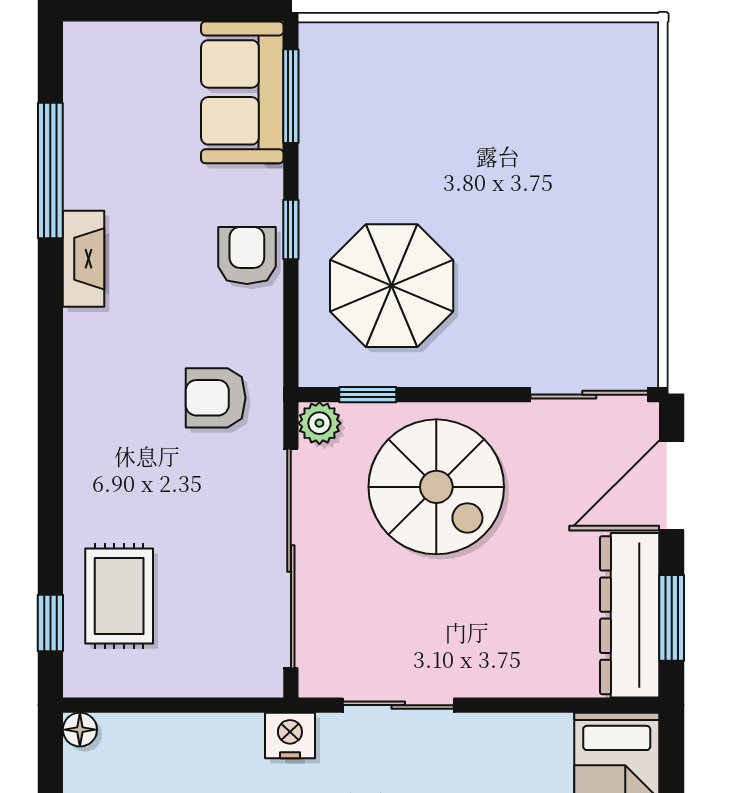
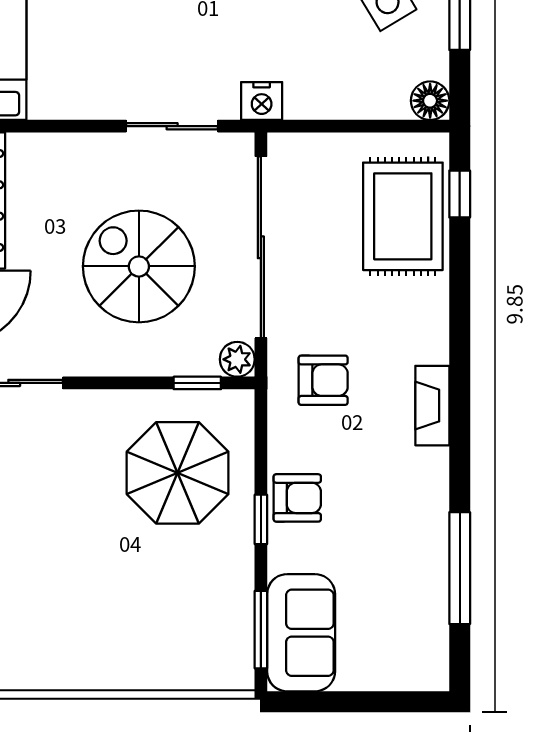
armchair: (247, 255) -> (297, 498), turned -90
fireplace: (83, 259) -> (432, 406), moved
spiral stairs: (436, 487) -> (139, 266), moved
rug: (119, 596) -> (403, 216), width x1.36, depth x1.43
floor lamp: (80, 730) -> (430, 101), width x1.37, depth x1.37

